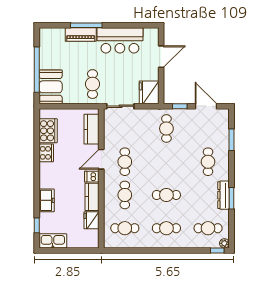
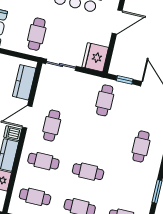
cafe table: (125, 195) -> (43, 161), turned 90
dresser: (224, 195) -> (149, 186), removed

